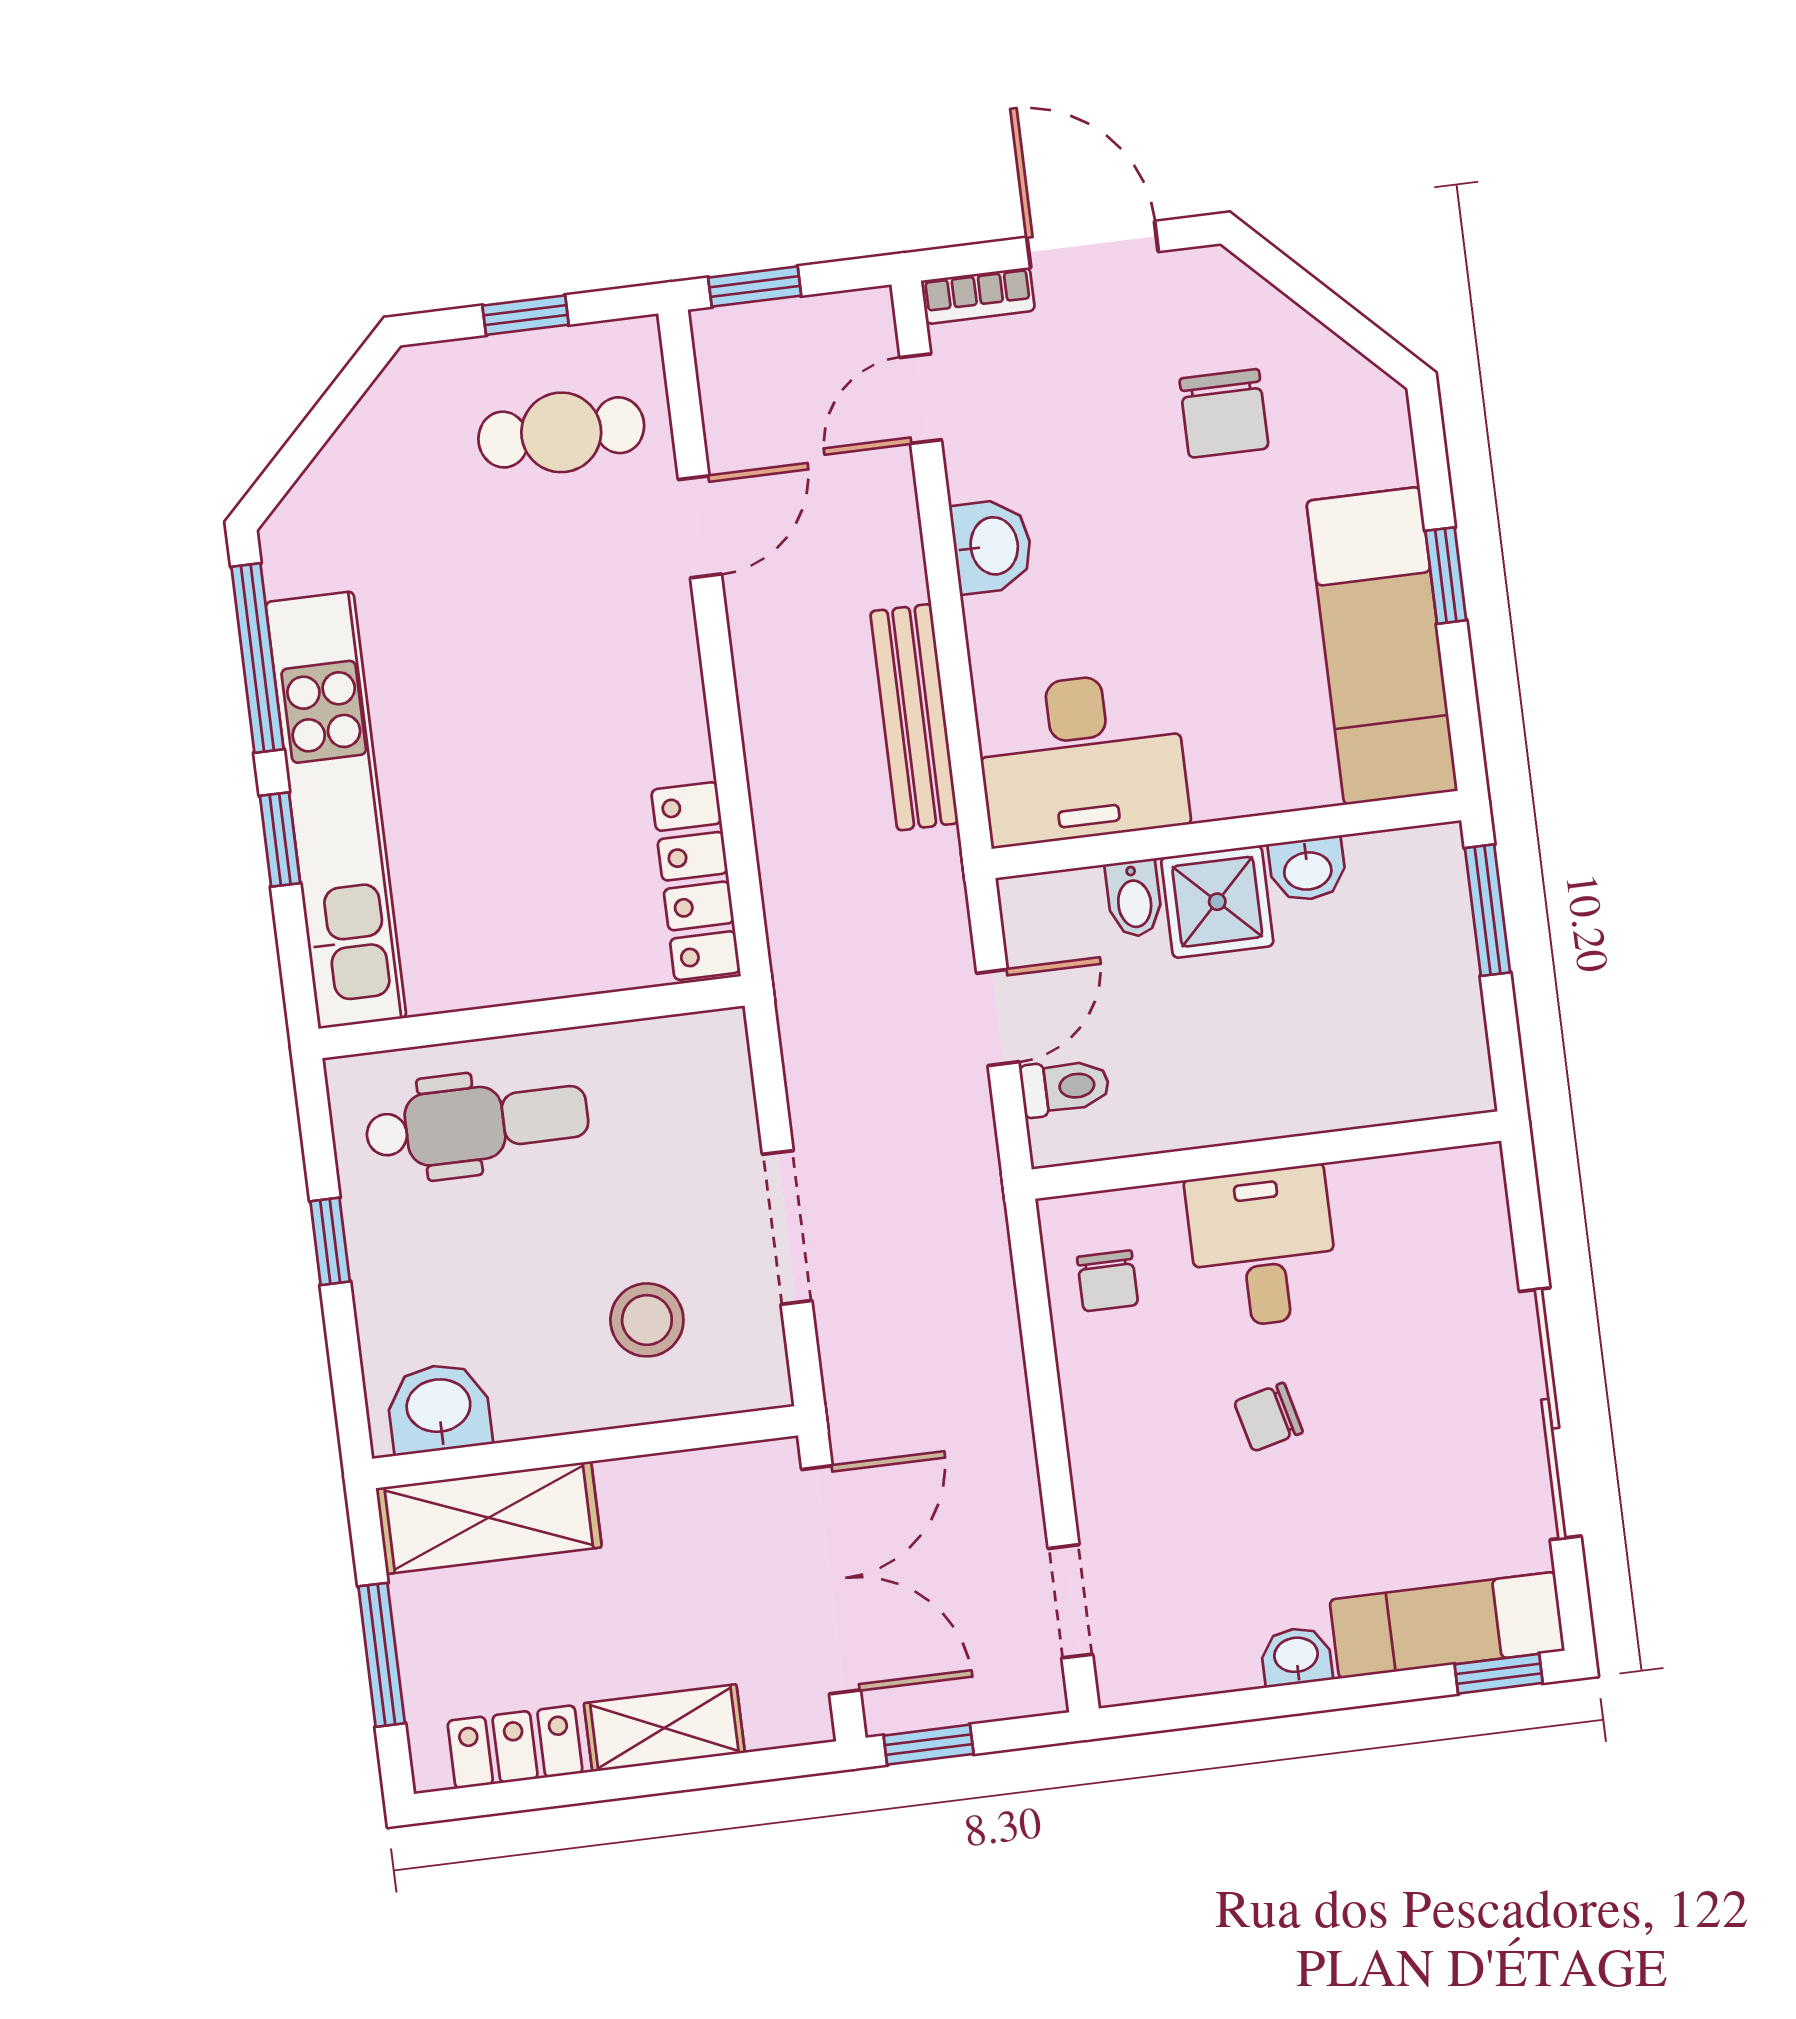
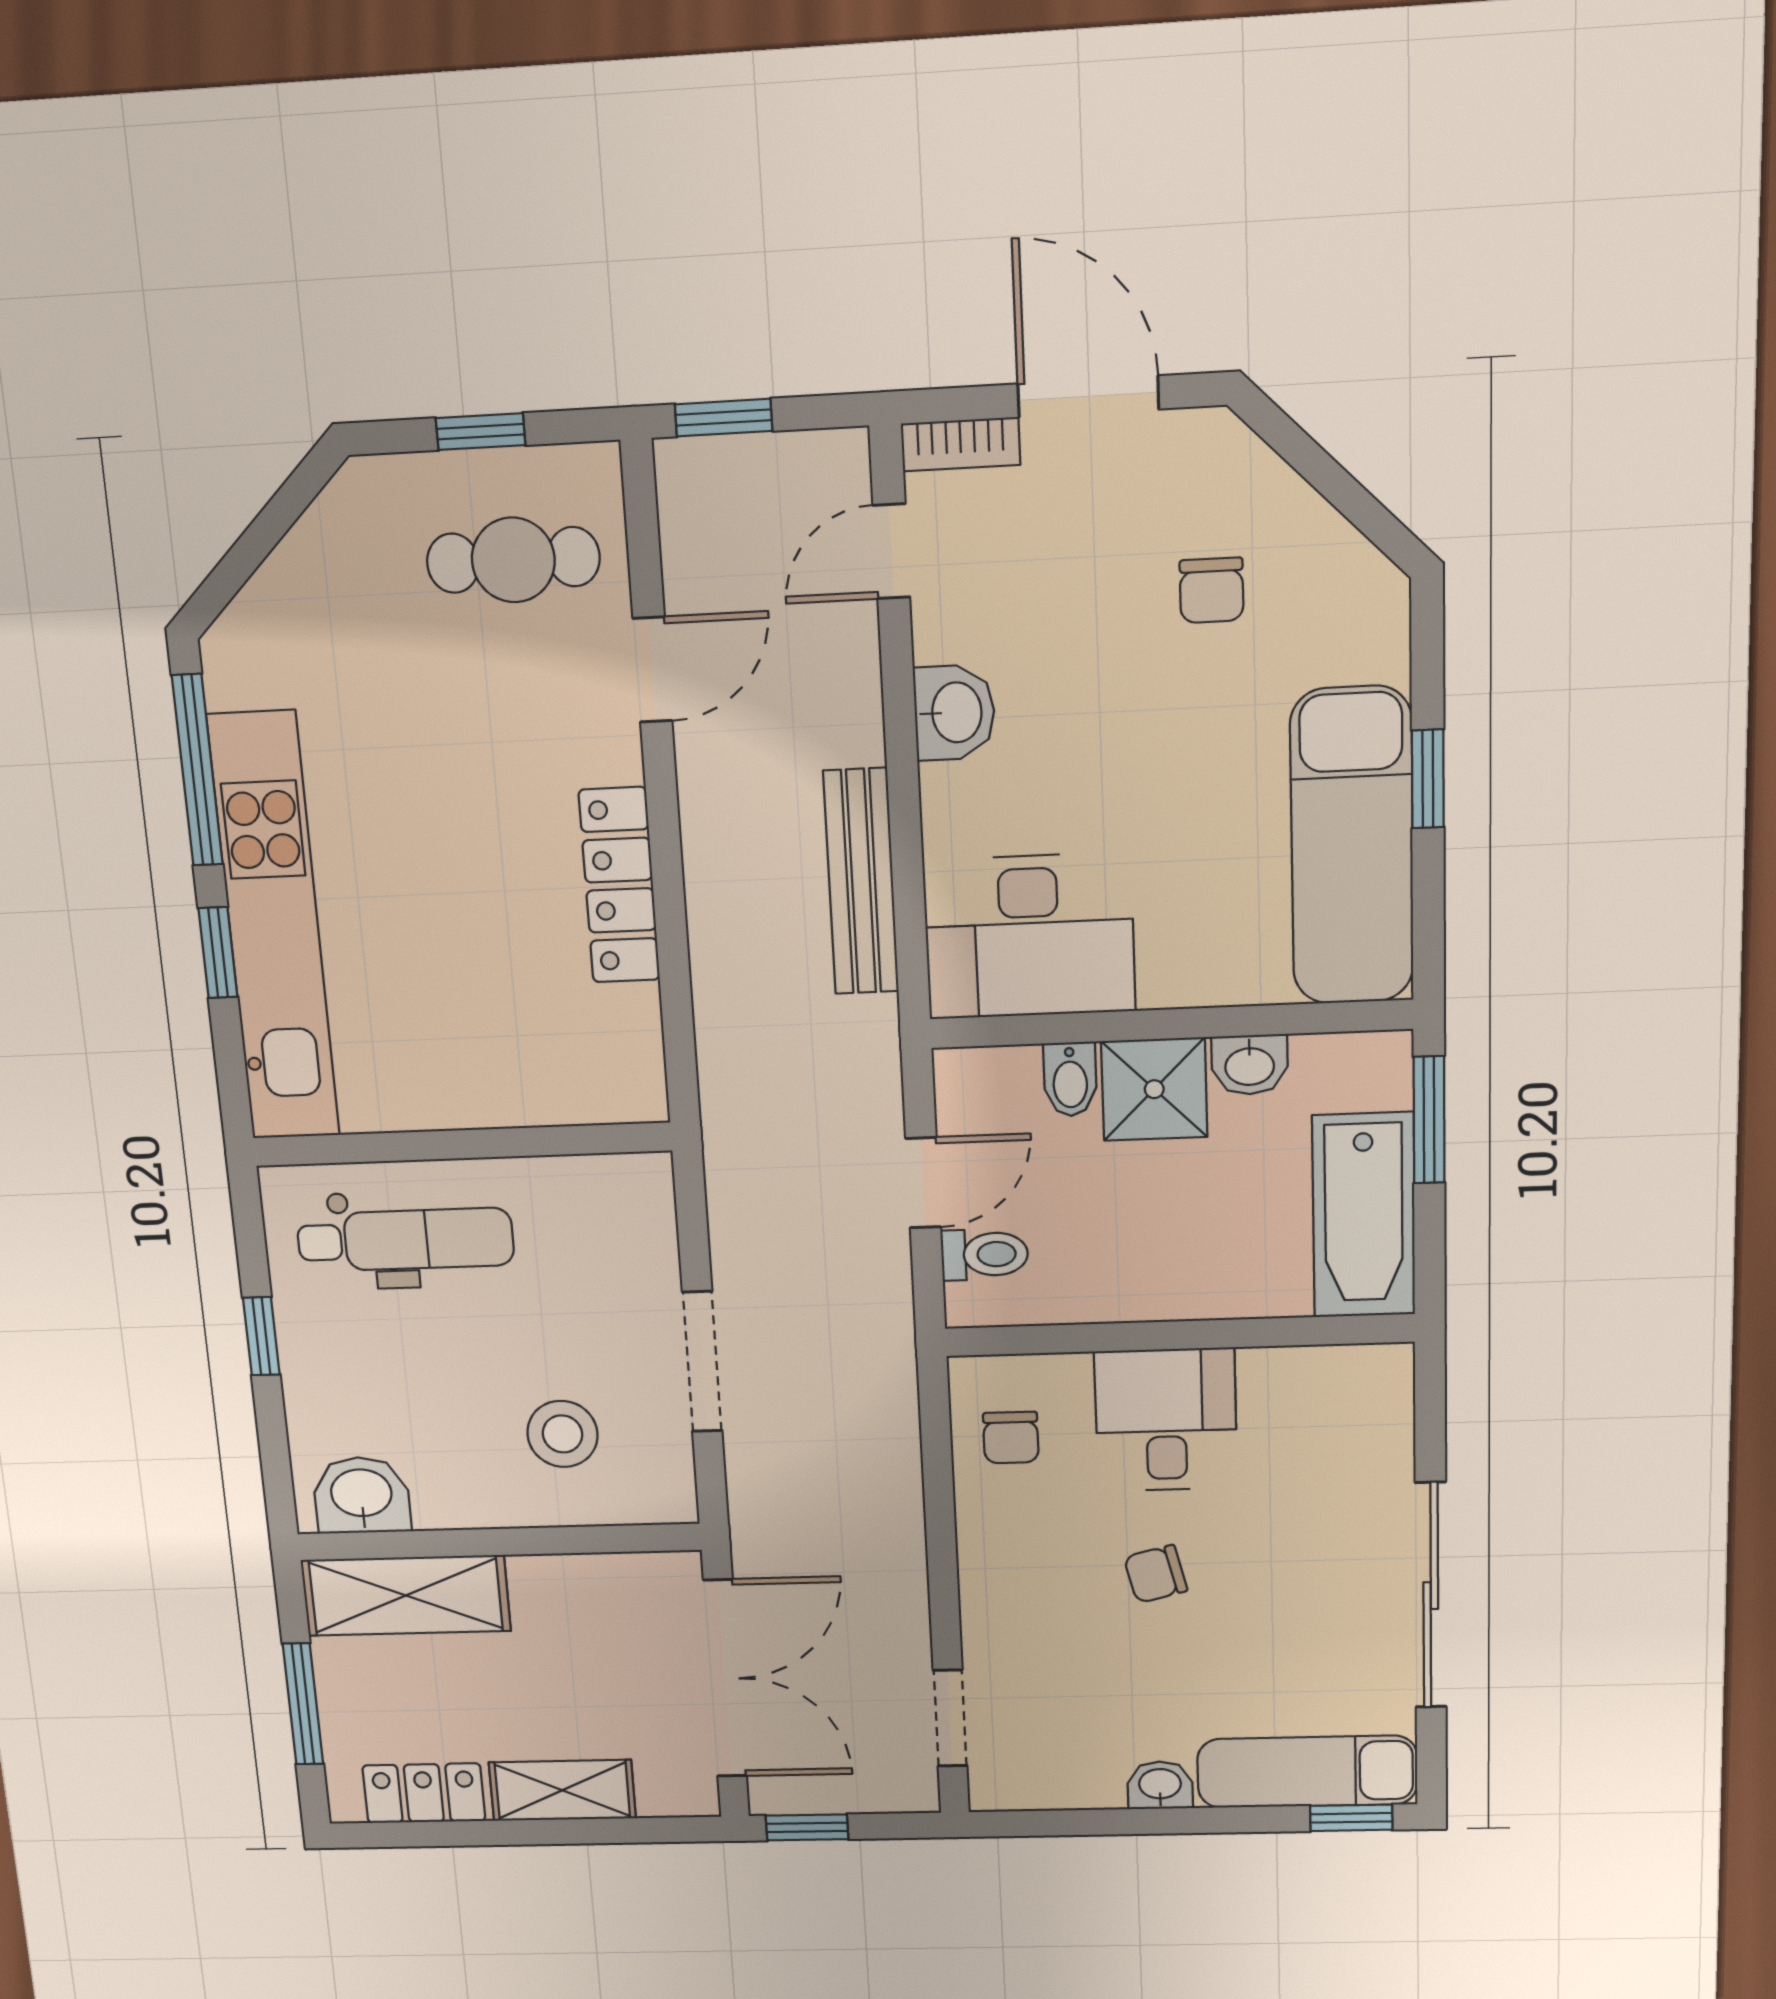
chair: (1224, 413) -> (1212, 590), width x0.73, depth x0.73
locker: (696, 881) -> (619, 885), moved
bathtub: (1436, 1013) -> (1364, 1215), added

